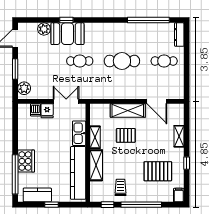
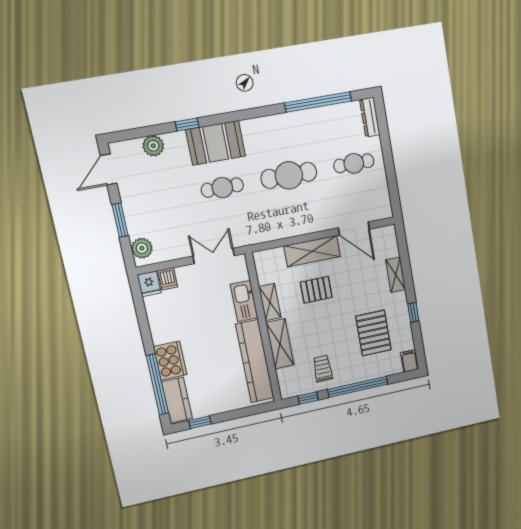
booth: (67, 34) -> (216, 143), moved
fridge: (47, 111) -> (149, 284), moved
pallet: (158, 171) -> (373, 333), turned 90
kitchen counter: (37, 195) -> (177, 400), moved, turned 90
window: (52, 205) -> (200, 422), moved

